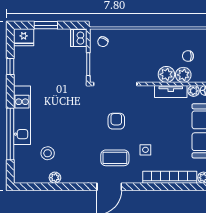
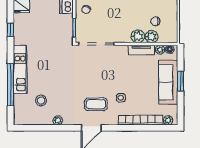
armchair: (116, 121) -> (97, 74), removed
plant: (55, 178) -> (58, 120), moved

